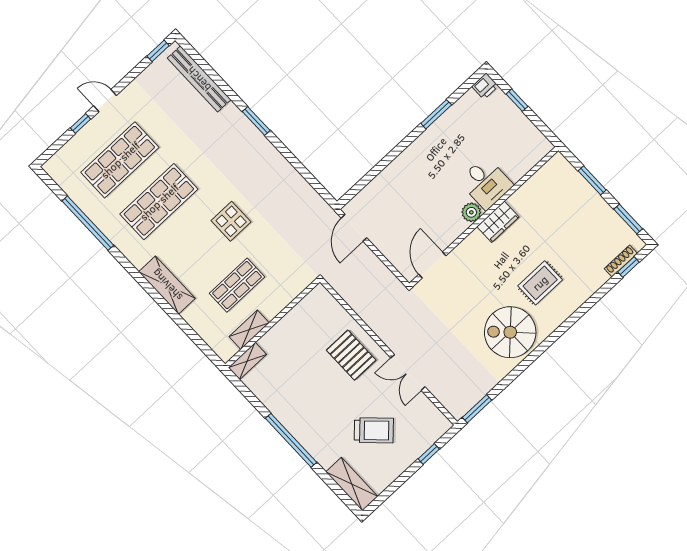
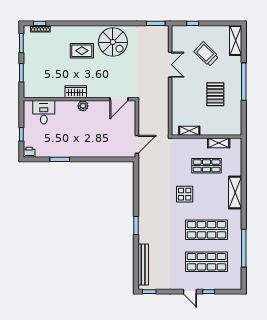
desk: (486, 183) -> (44, 112), moved
pallet: (351, 355) -> (215, 94), moved
shelving: (247, 361) -> (189, 131), moved

